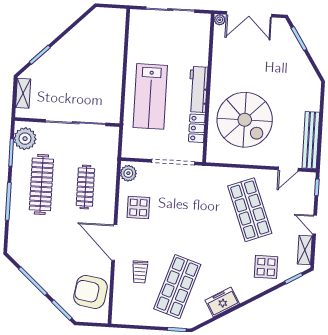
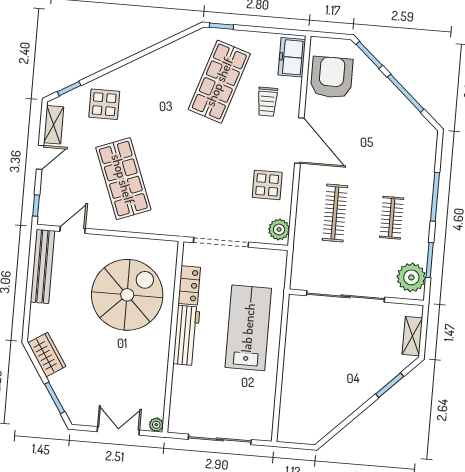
double door: (249, 14) -> (118, 431), width x0.73
wardrobe: (306, 72) -> (47, 355), added
spiral stairs: (245, 120) -> (127, 295), turned 90
clothes rail: (41, 184) -> (392, 218), width x0.54, depth x0.76
door: (315, 225) -> (40, 157), hinge flipped
trolley: (140, 272) -> (267, 102), turned 180
armchair: (91, 292) -> (332, 77), turned -99
freezer: (222, 302) -> (292, 57), moved, turned 120

